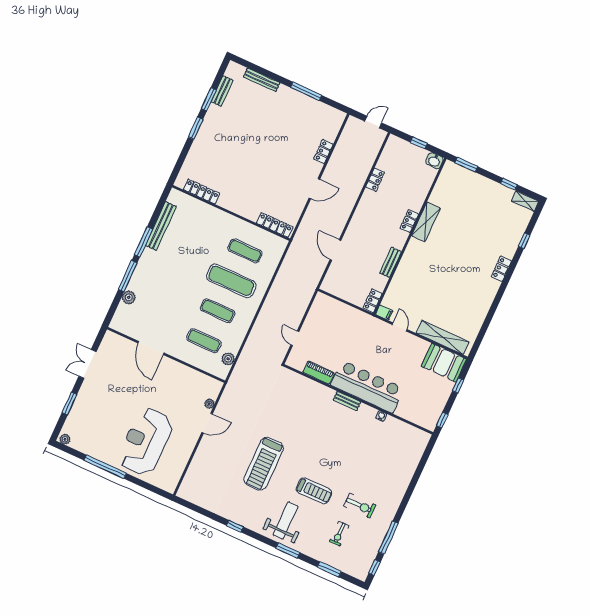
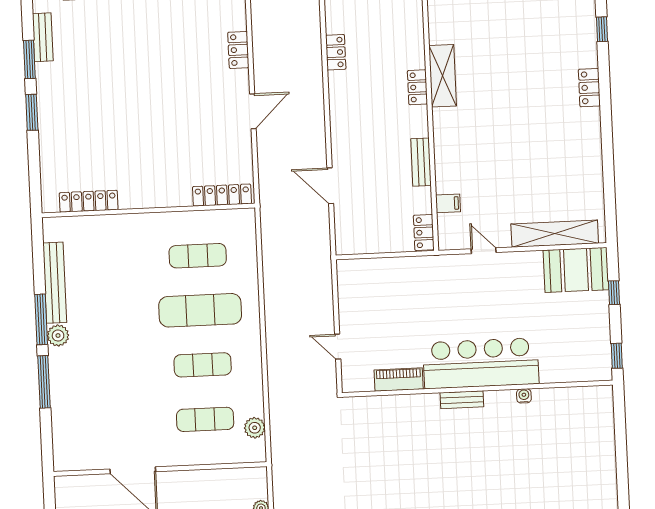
plant: (129, 297) -> (58, 336), moved
filing cabinet: (384, 313) -> (448, 203), moved

